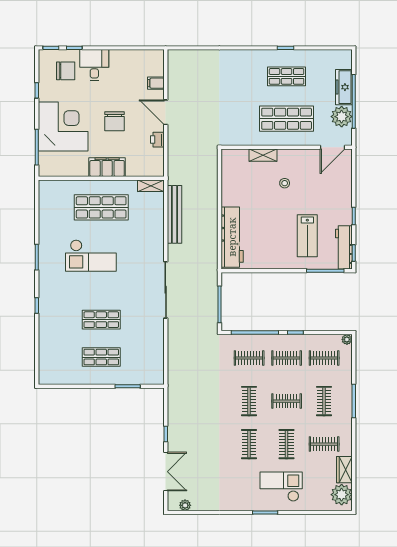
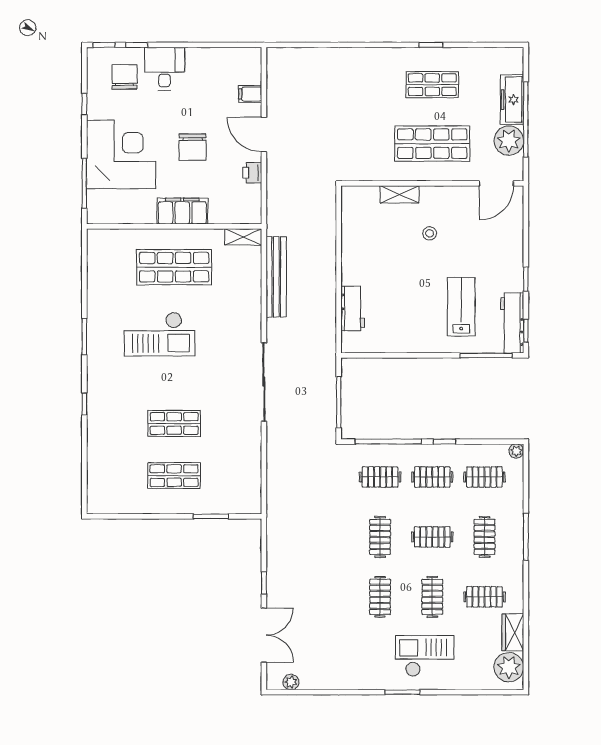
chair: (66, 71) -> (125, 77), turned -90
lab bench: (307, 236) -> (461, 307), turned 180
workbench: (232, 237) -> (353, 309), width x0.53, depth x0.76

